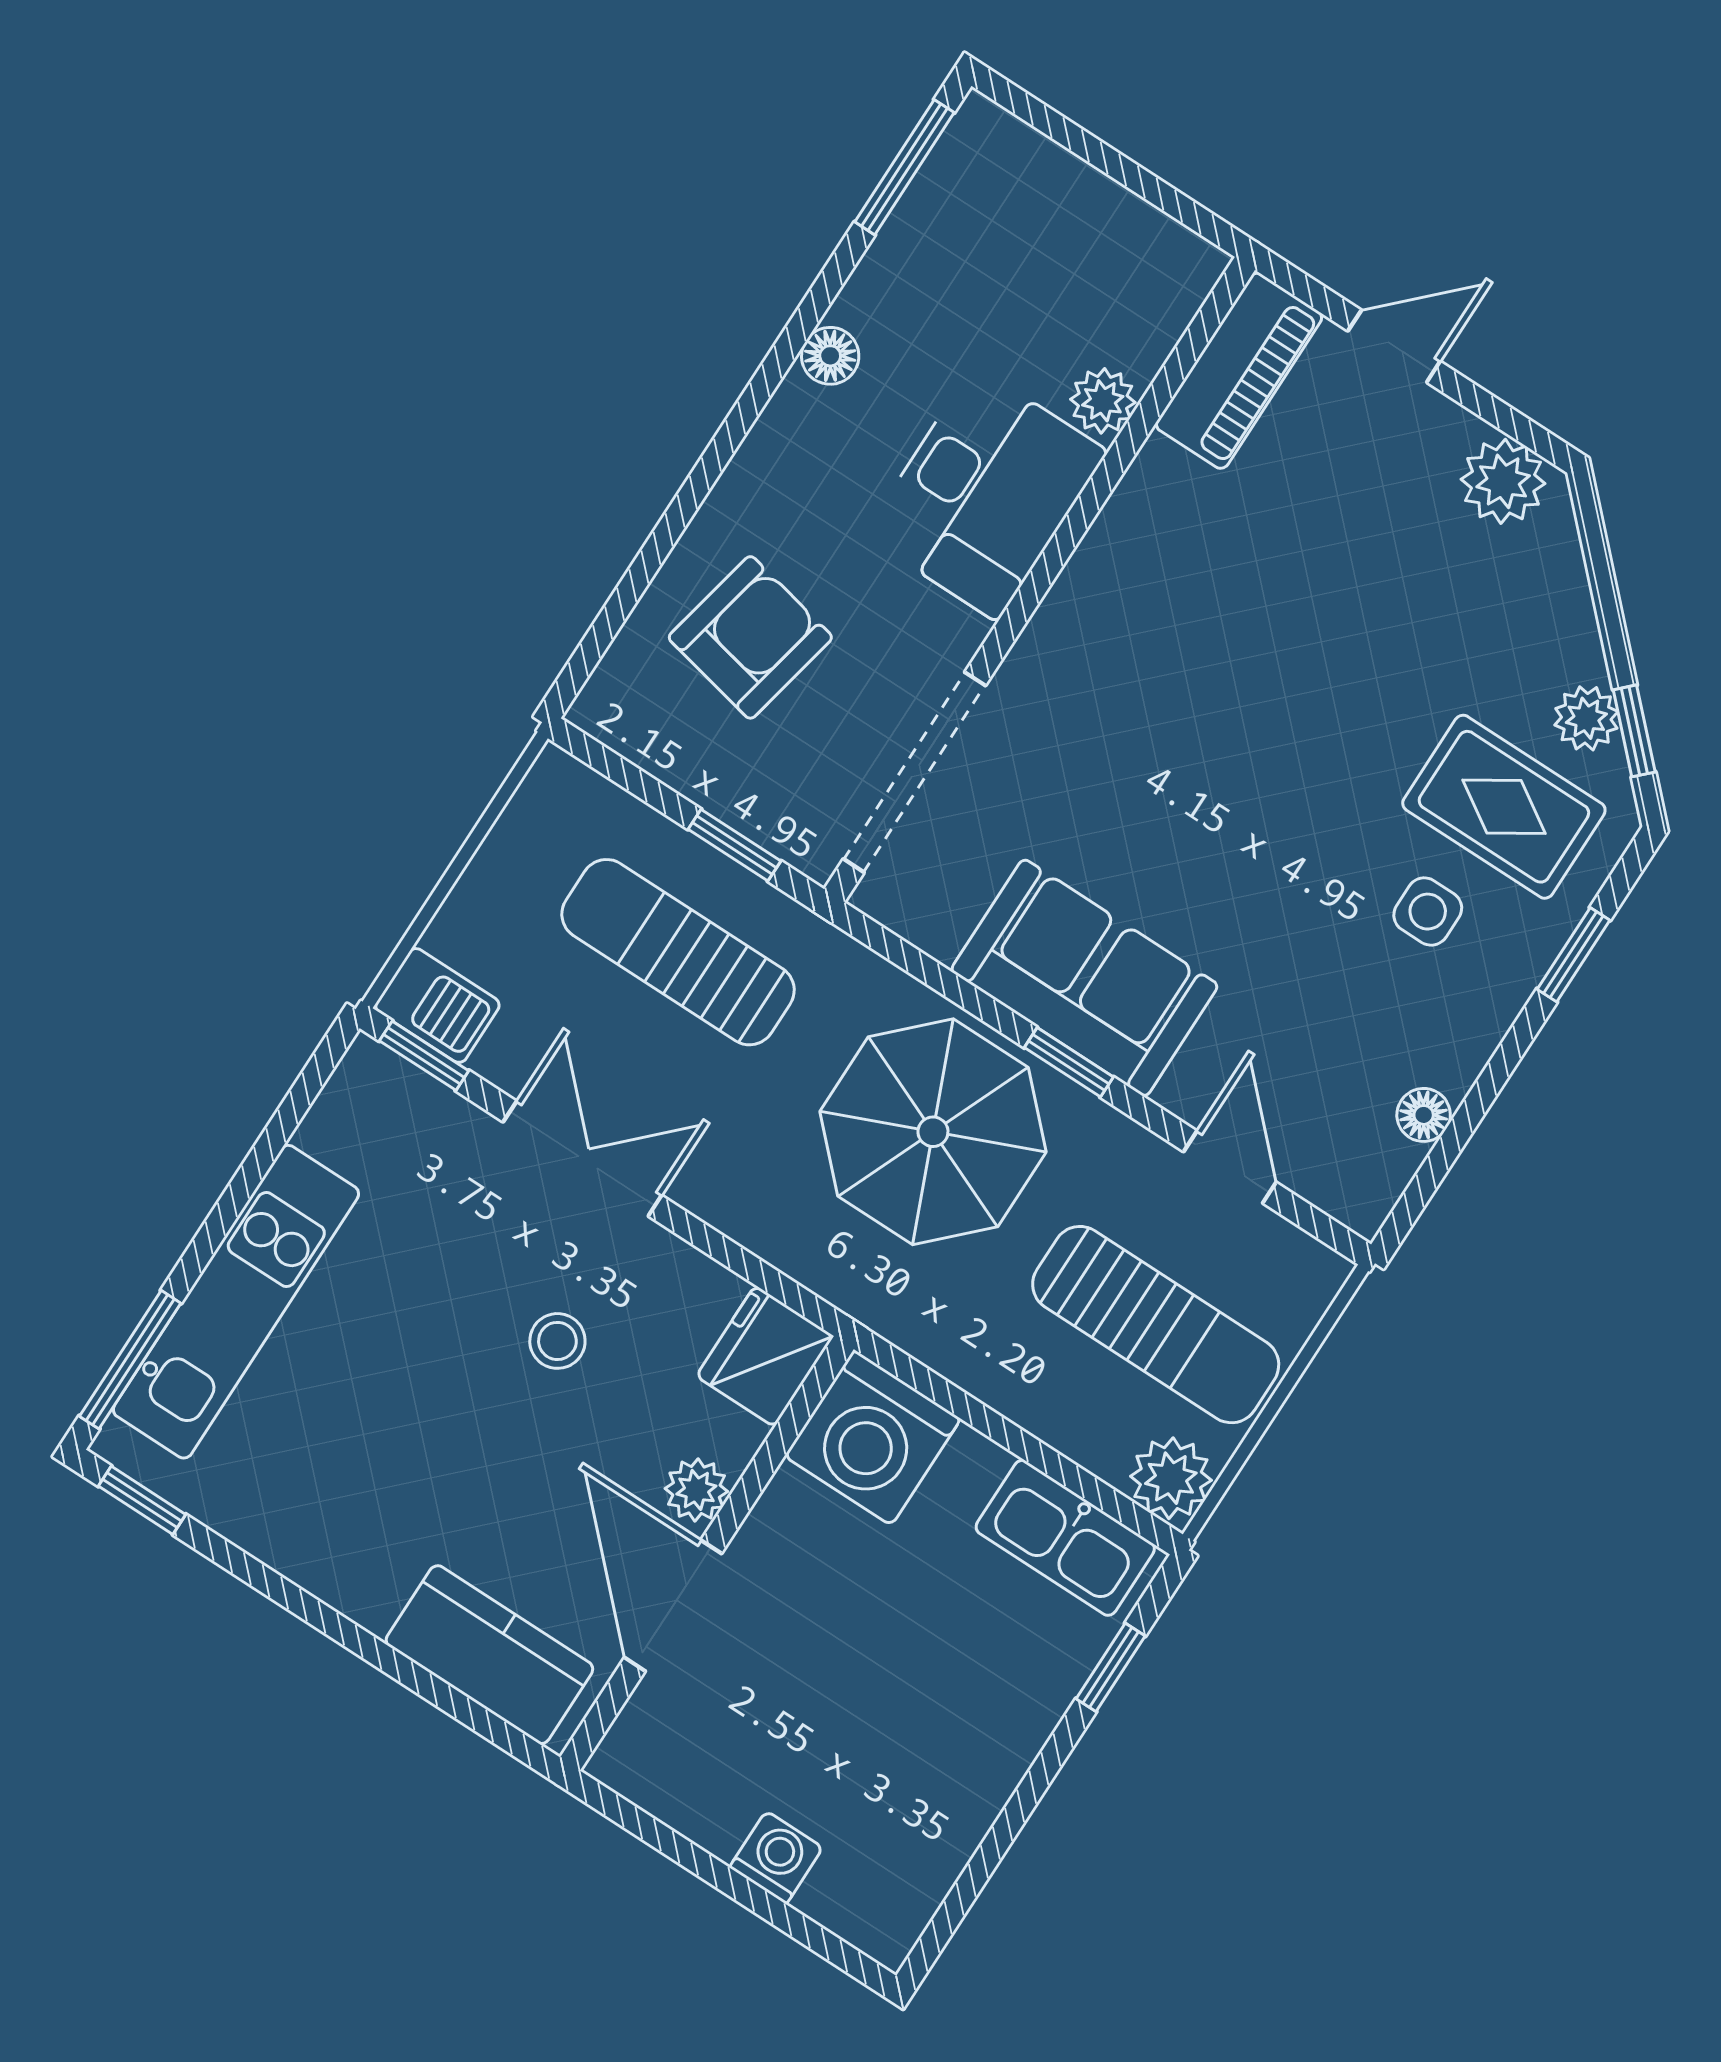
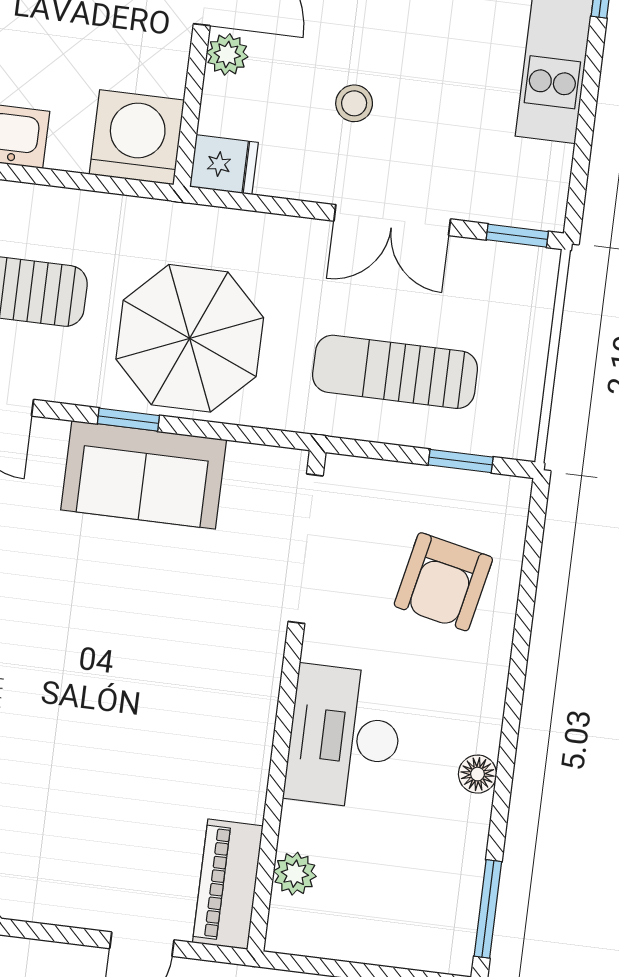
plant: (1103, 401) -> (295, 874), moved
plant: (1503, 481) -> (37, 895), removed
window: (734, 845) -> (461, 461), moved
sun lounger: (678, 952) -> (395, 372), turned 180
barbecue: (437, 1005) -> (524, 270), removed
fridge: (765, 1356) -> (224, 165), width x0.72

